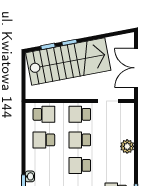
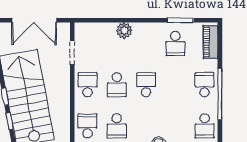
school desk: (80, 114) -> (87, 85), turned 180
school desk: (80, 165) -> (146, 85), turned 180

